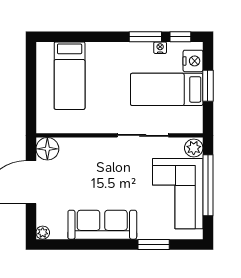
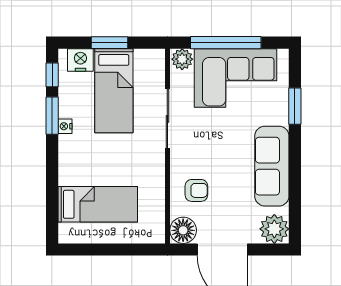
nightstand: (160, 48) -> (65, 126), moved
armchair: (81, 160) -> (196, 190), added
plant: (43, 233) -> (274, 229), width x1.87, depth x1.87

